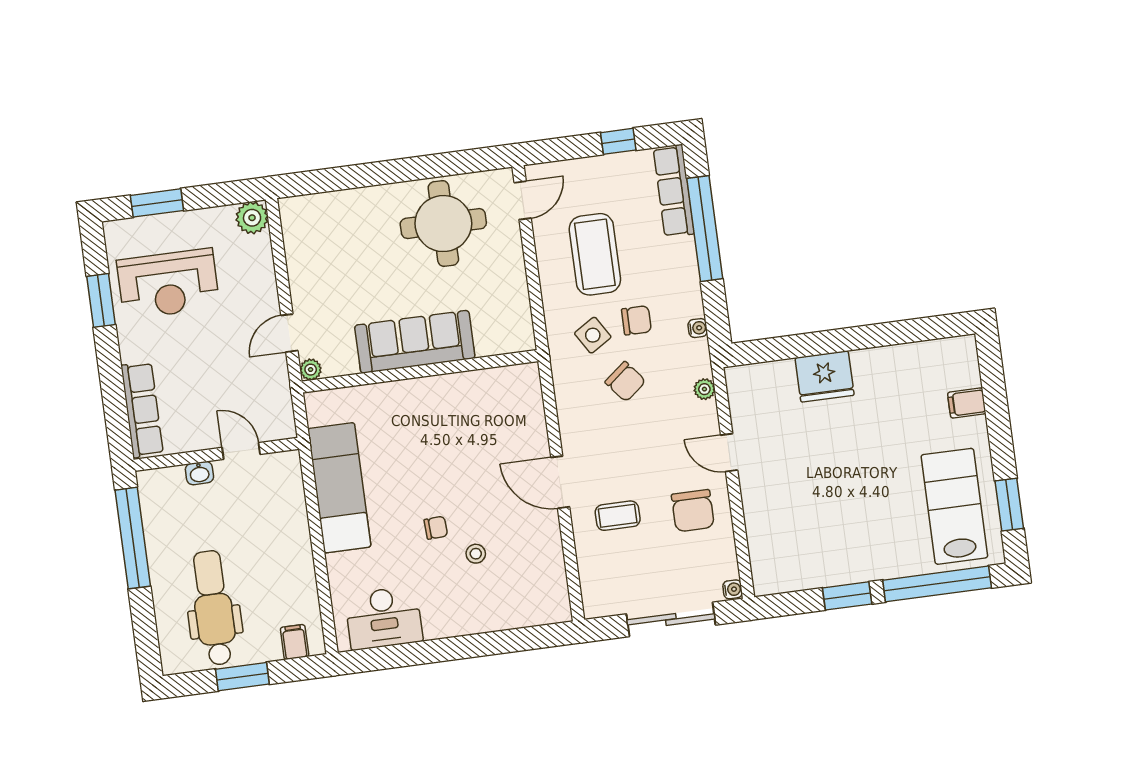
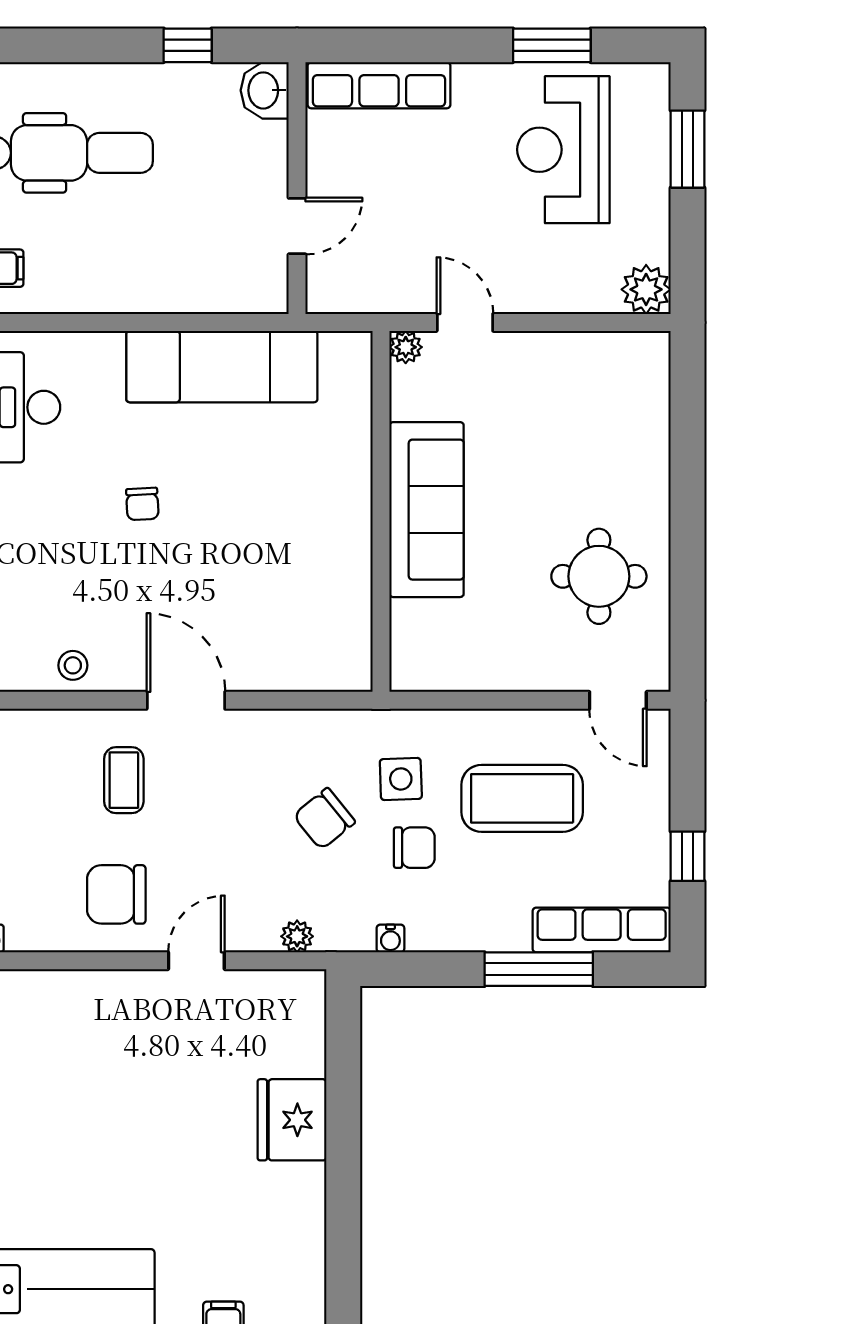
round table: (443, 224) -> (599, 576), width x0.73, depth x0.73
window: (705, 229) -> (539, 969), width x0.68
chair: (636, 320) -> (414, 848), turned -90
side table: (593, 335) -> (401, 779), turned 30
washbasin: (199, 473) -> (265, 90), moved, width x1.38, depth x1.45
door: (560, 482) -> (186, 700), hinge flipped
window: (133, 538) -> (188, 45), width x0.32
stool: (476, 554) -> (73, 665), moved

